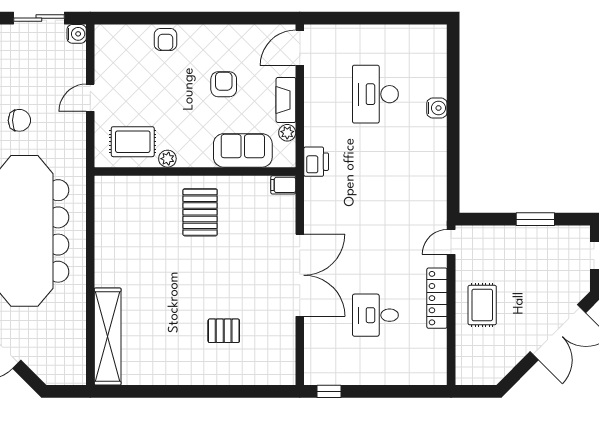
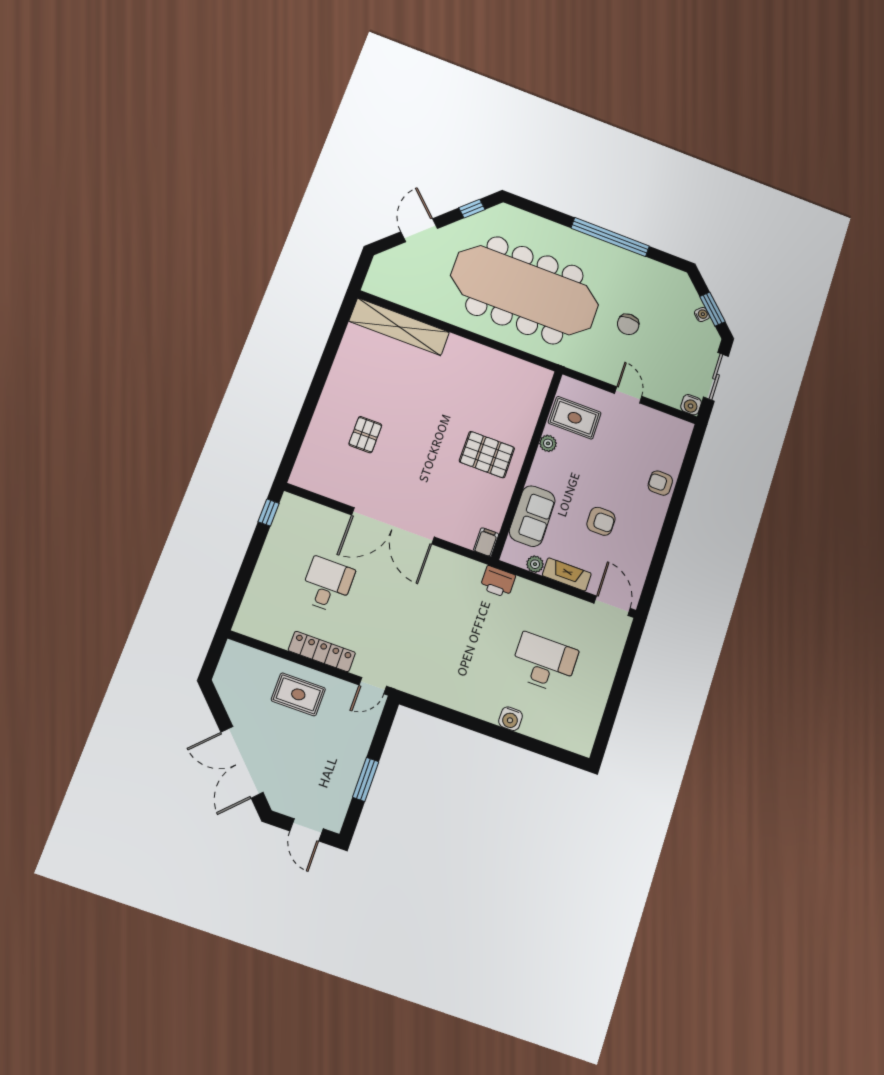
rug: (133, 142) -> (575, 418), turned 90
door: (451, 242) -> (373, 686), swing flipped

